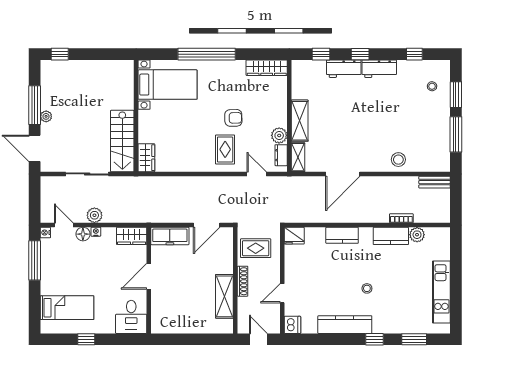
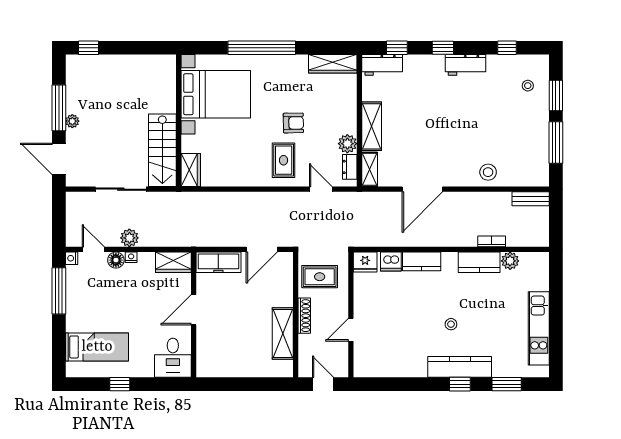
workbench: (344, 69) -> (382, 65), moved
bed with nightstands: (168, 85) -> (216, 94), width x1.36
dishwasher: (292, 325) -> (391, 261), moved, turned 90
kitchen counter: (345, 325) -> (460, 367), moved

